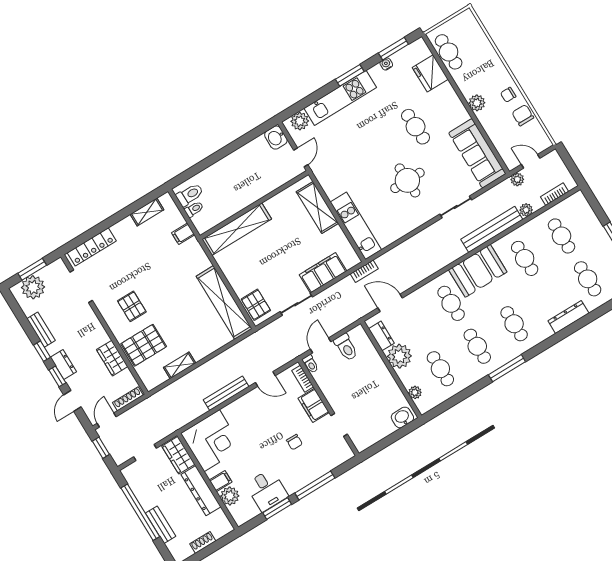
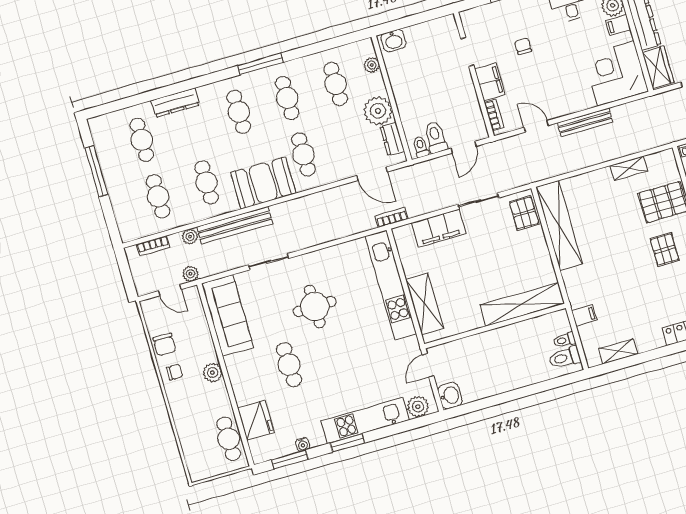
kitchen unit: (356, 226) -> (391, 285), width x1.36
toilet: (310, 364) -> (421, 147), moved

